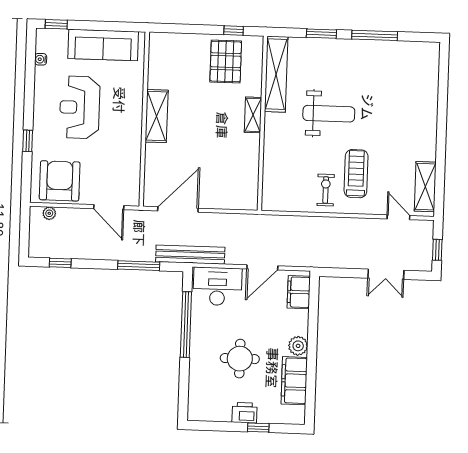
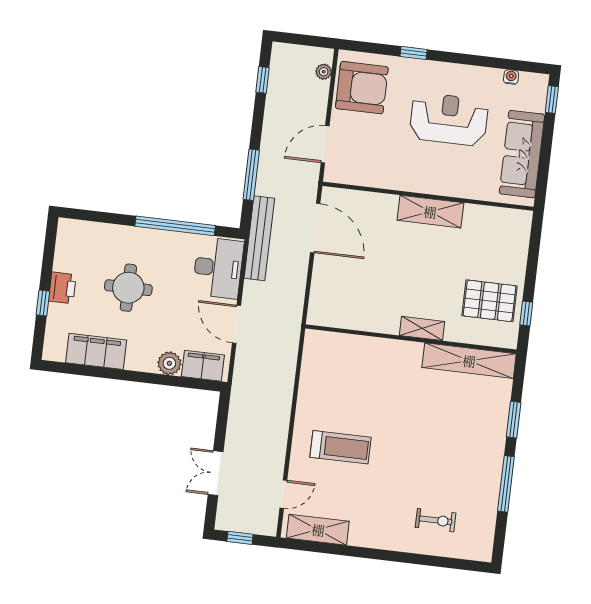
weight bench: (329, 114) -> (416, 420), removed
exercise bike: (326, 190) -> (436, 520), moved
plant: (298, 346) -> (169, 363), moved

